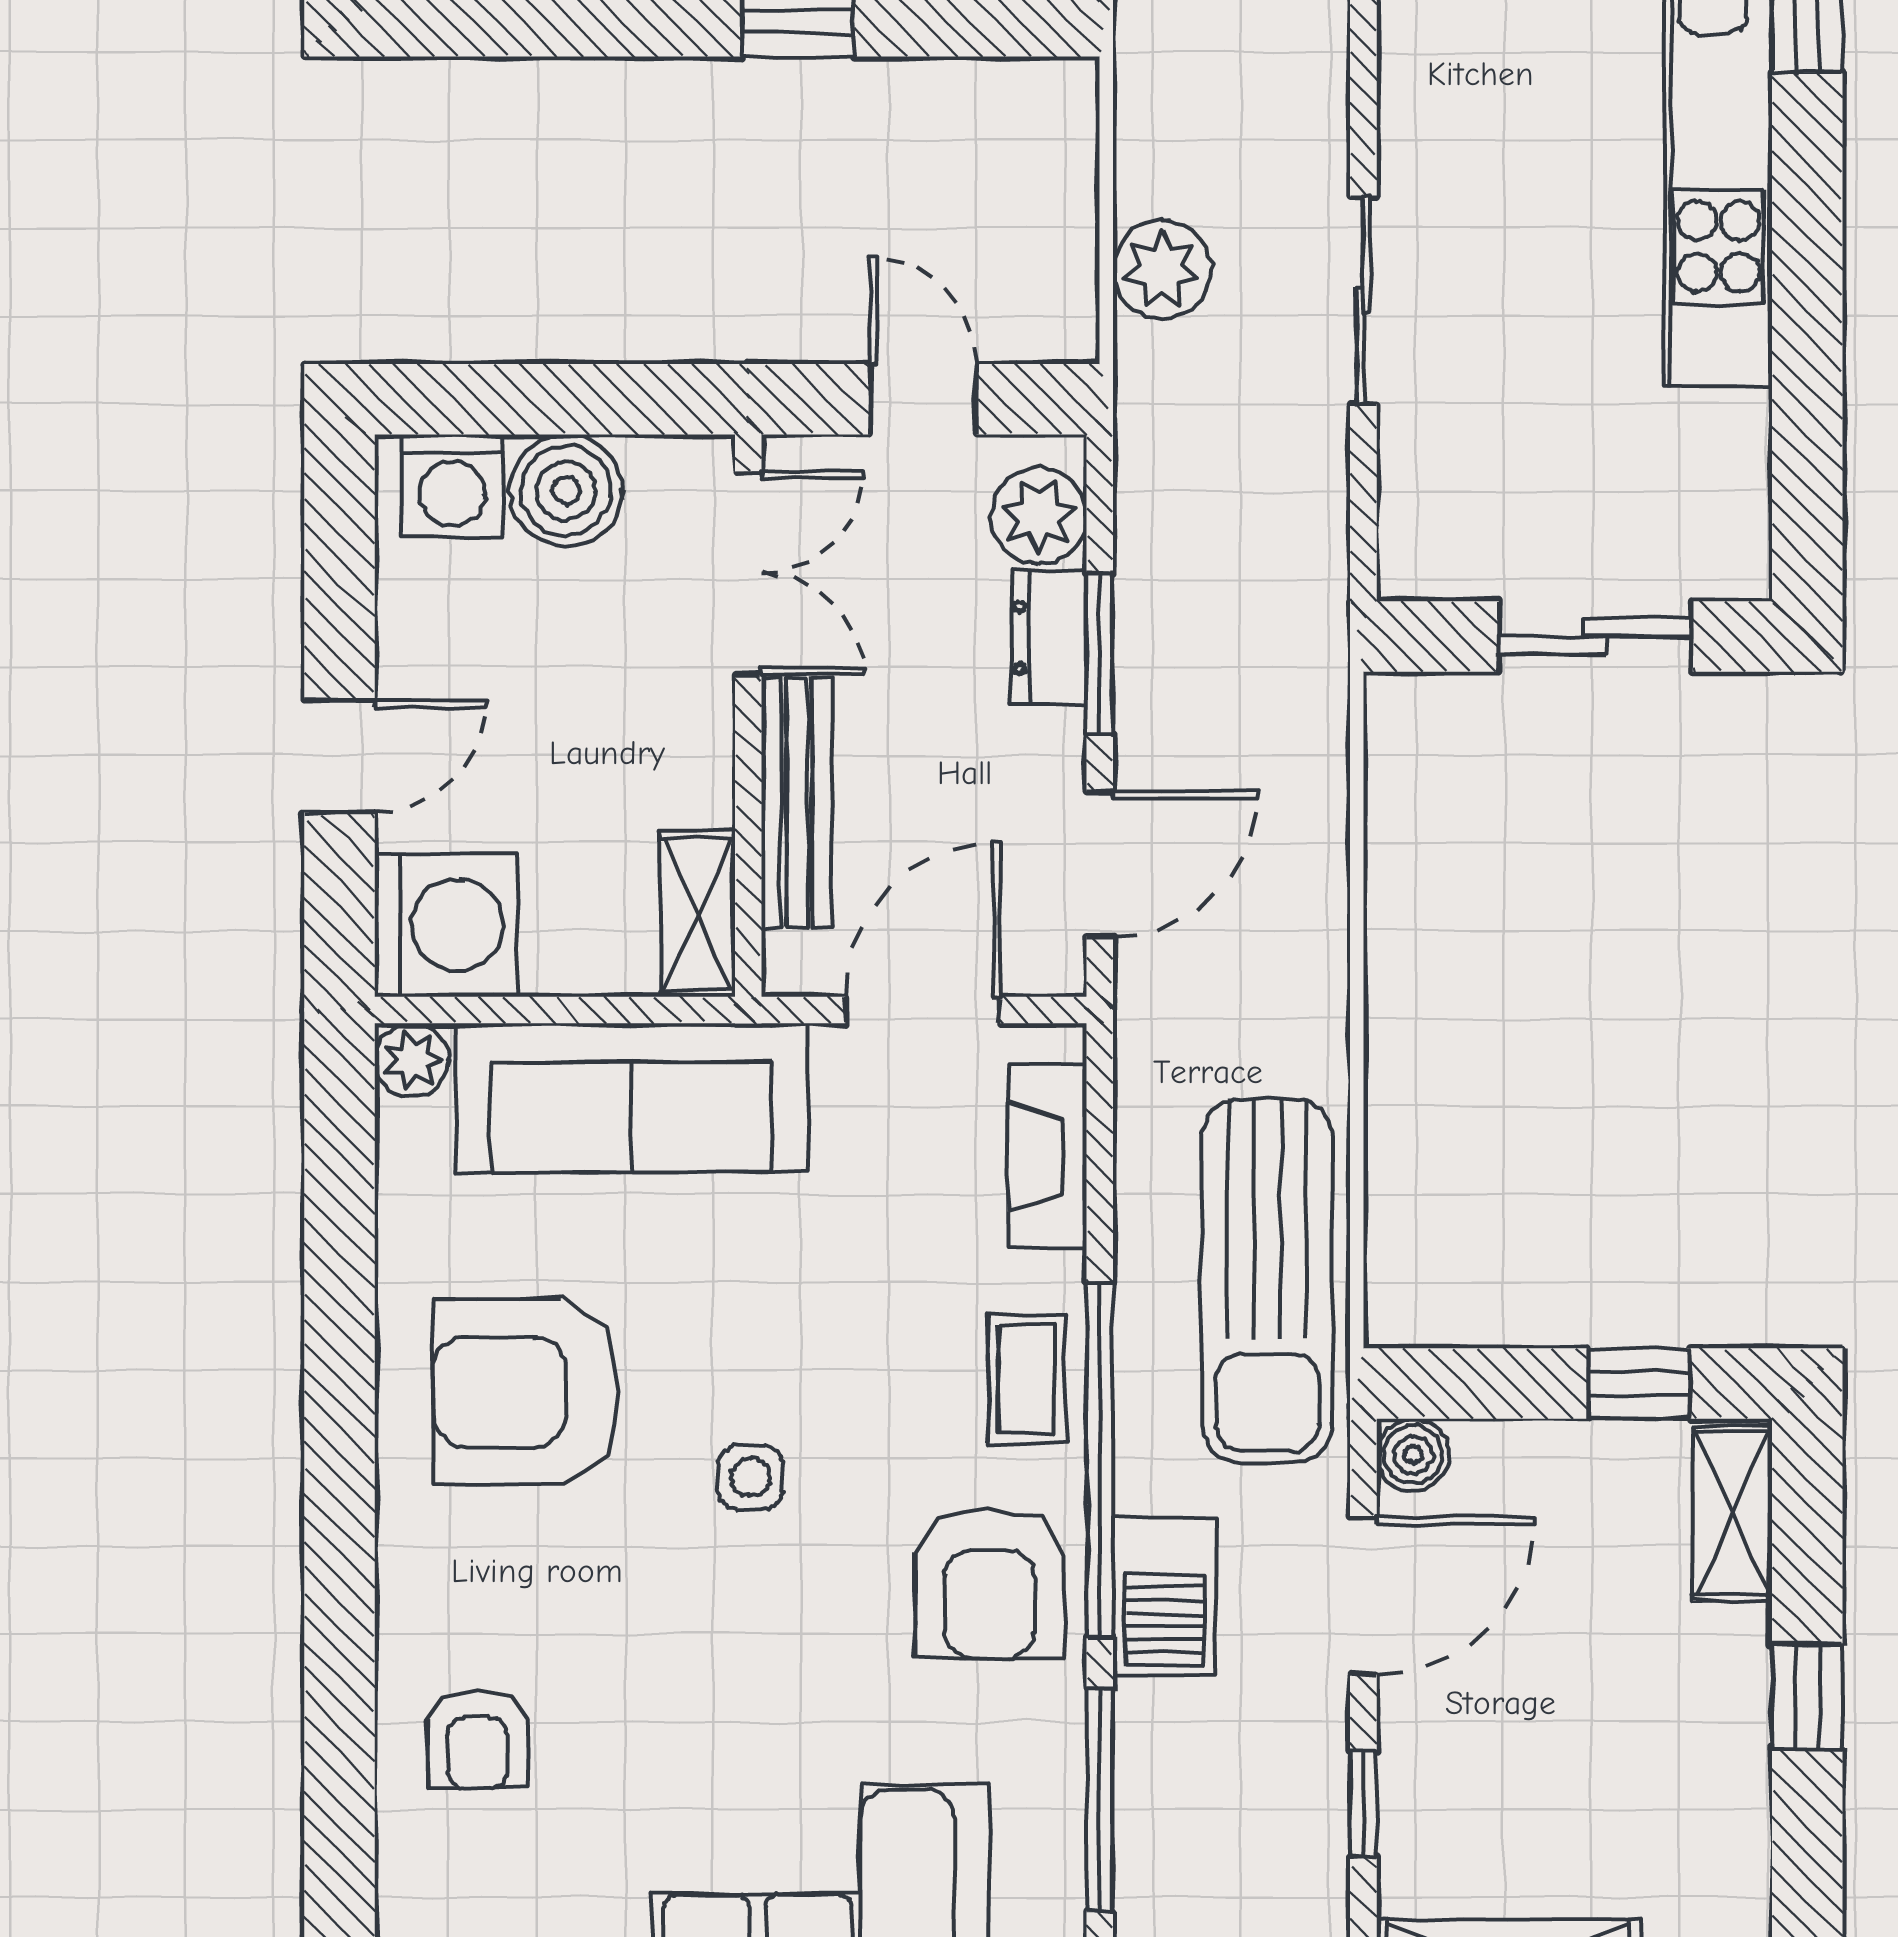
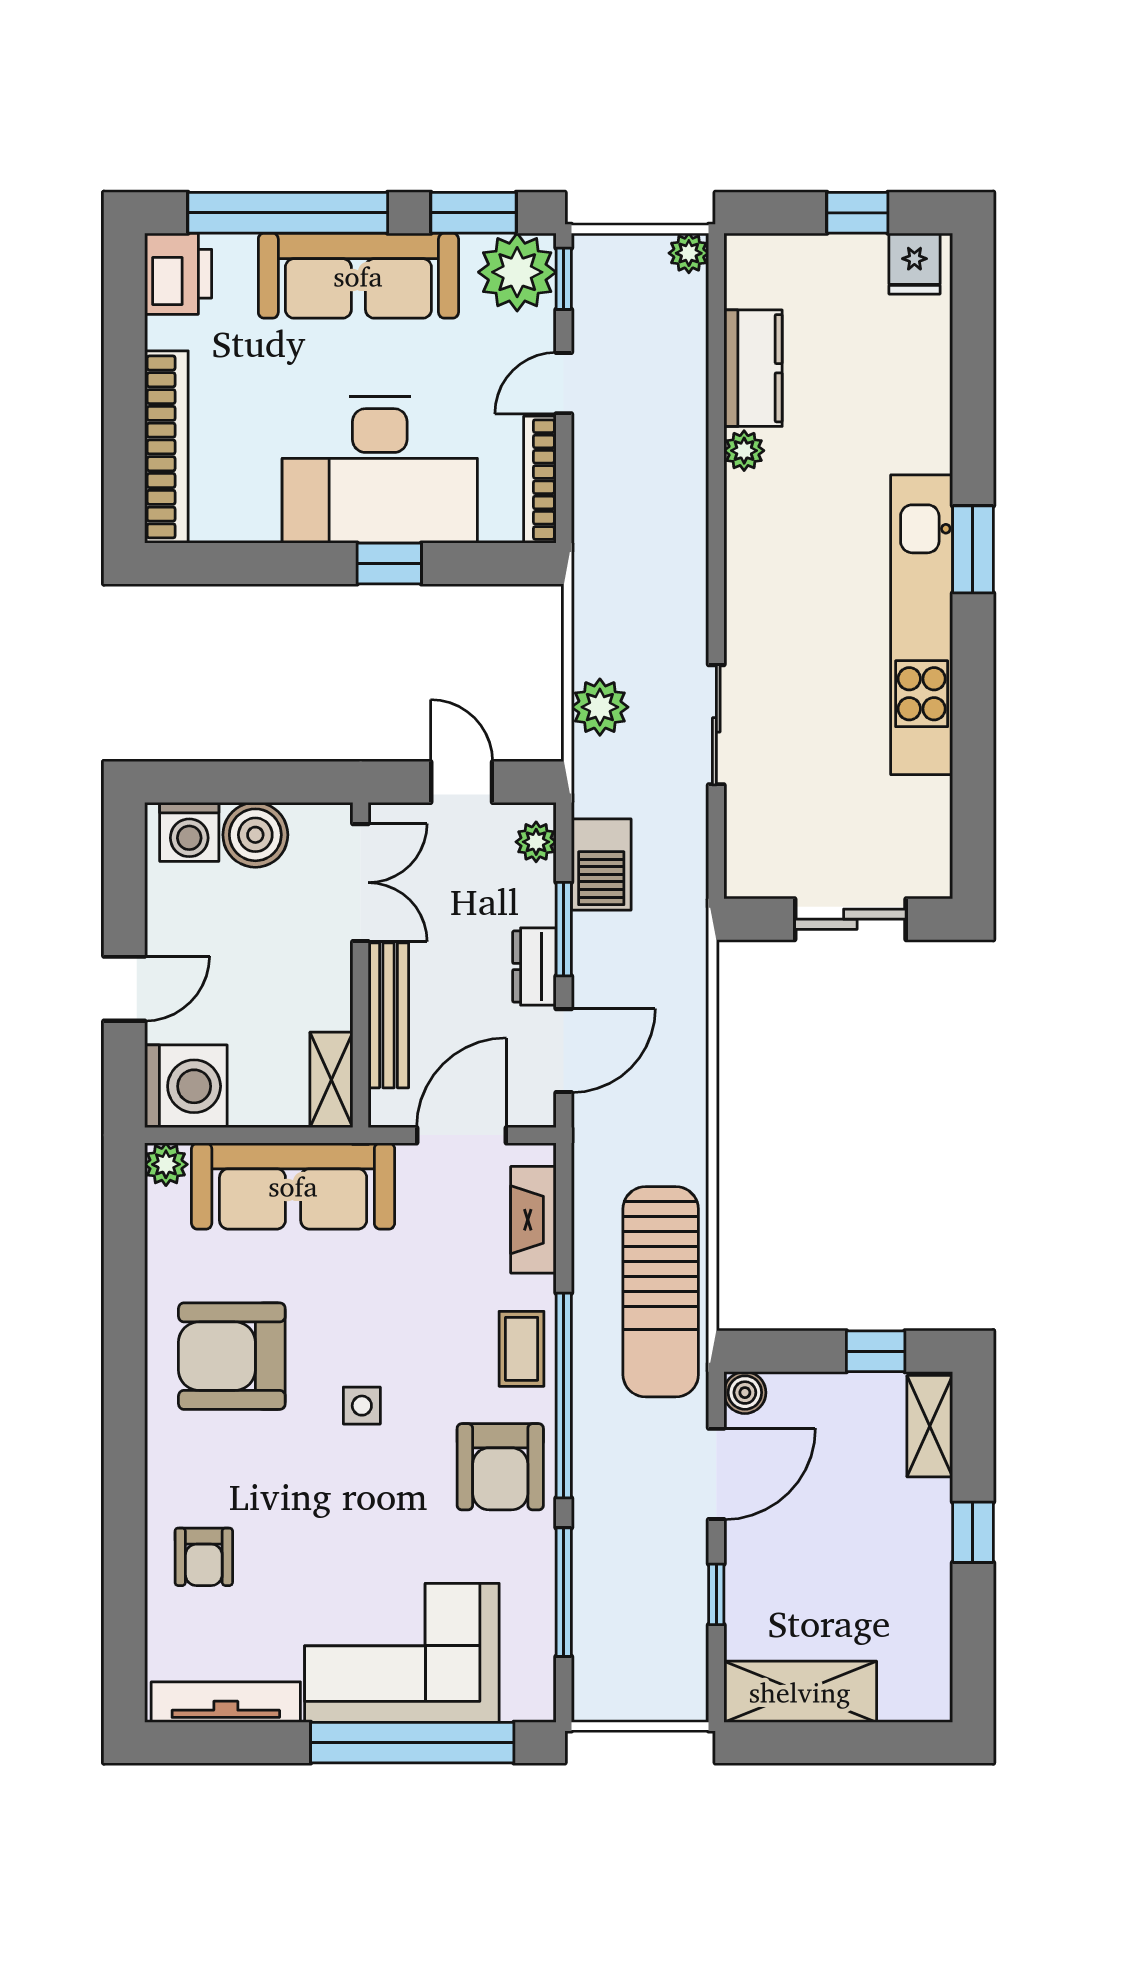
plant: (1039, 516) -> (536, 842), width x0.73, depth x0.73
dresser: (1049, 638) -> (534, 967), moved
barbecue: (1164, 1596) -> (601, 864), moved

